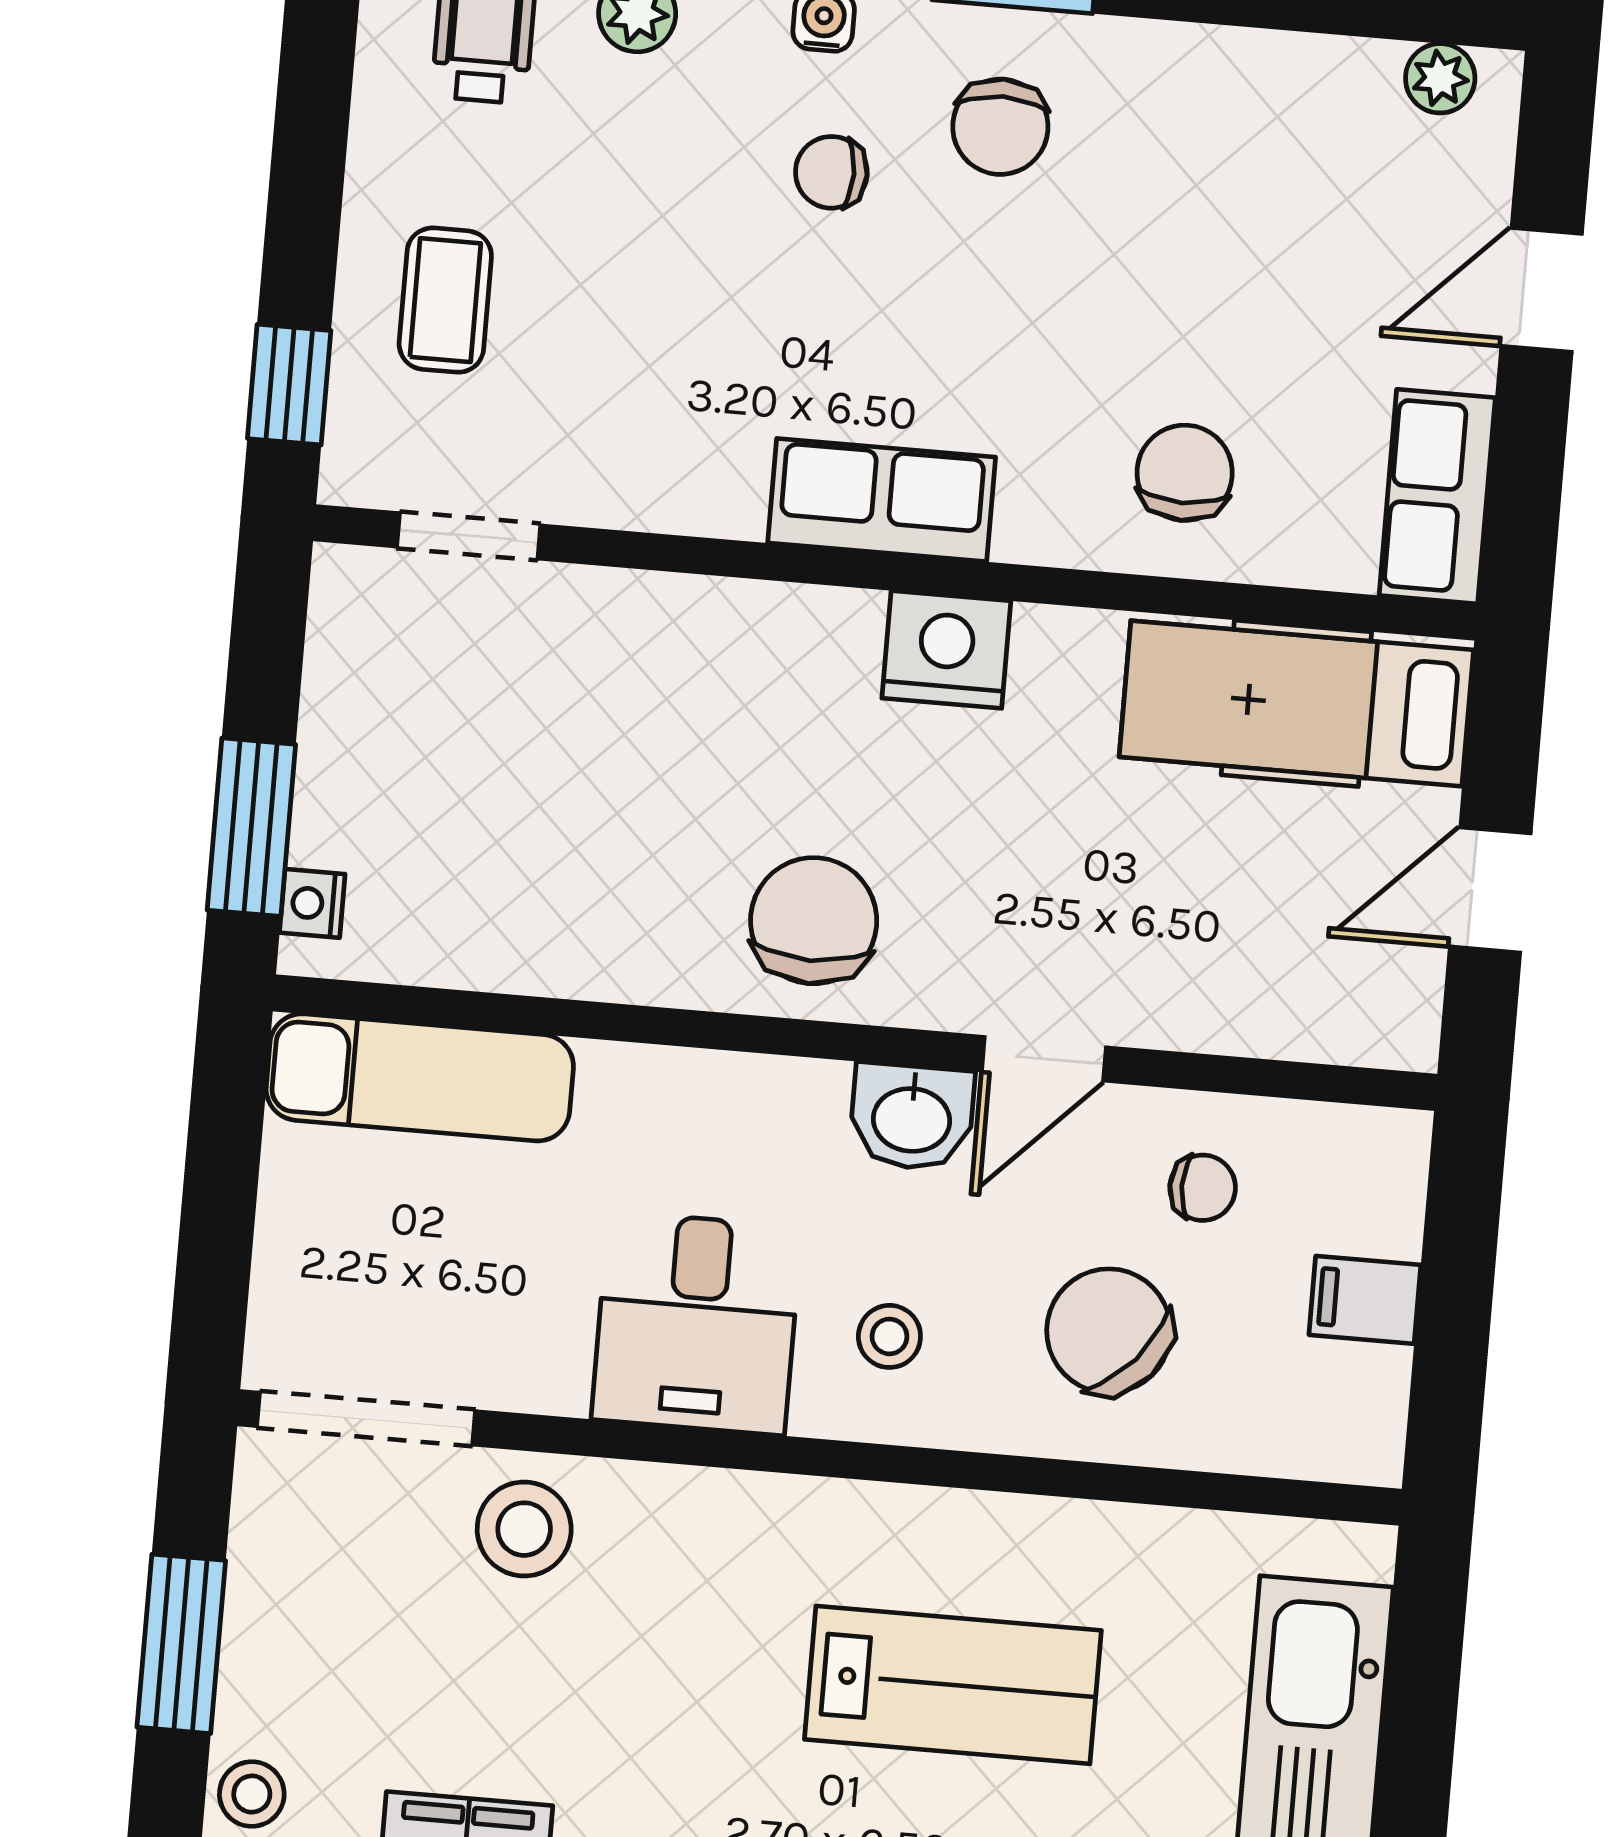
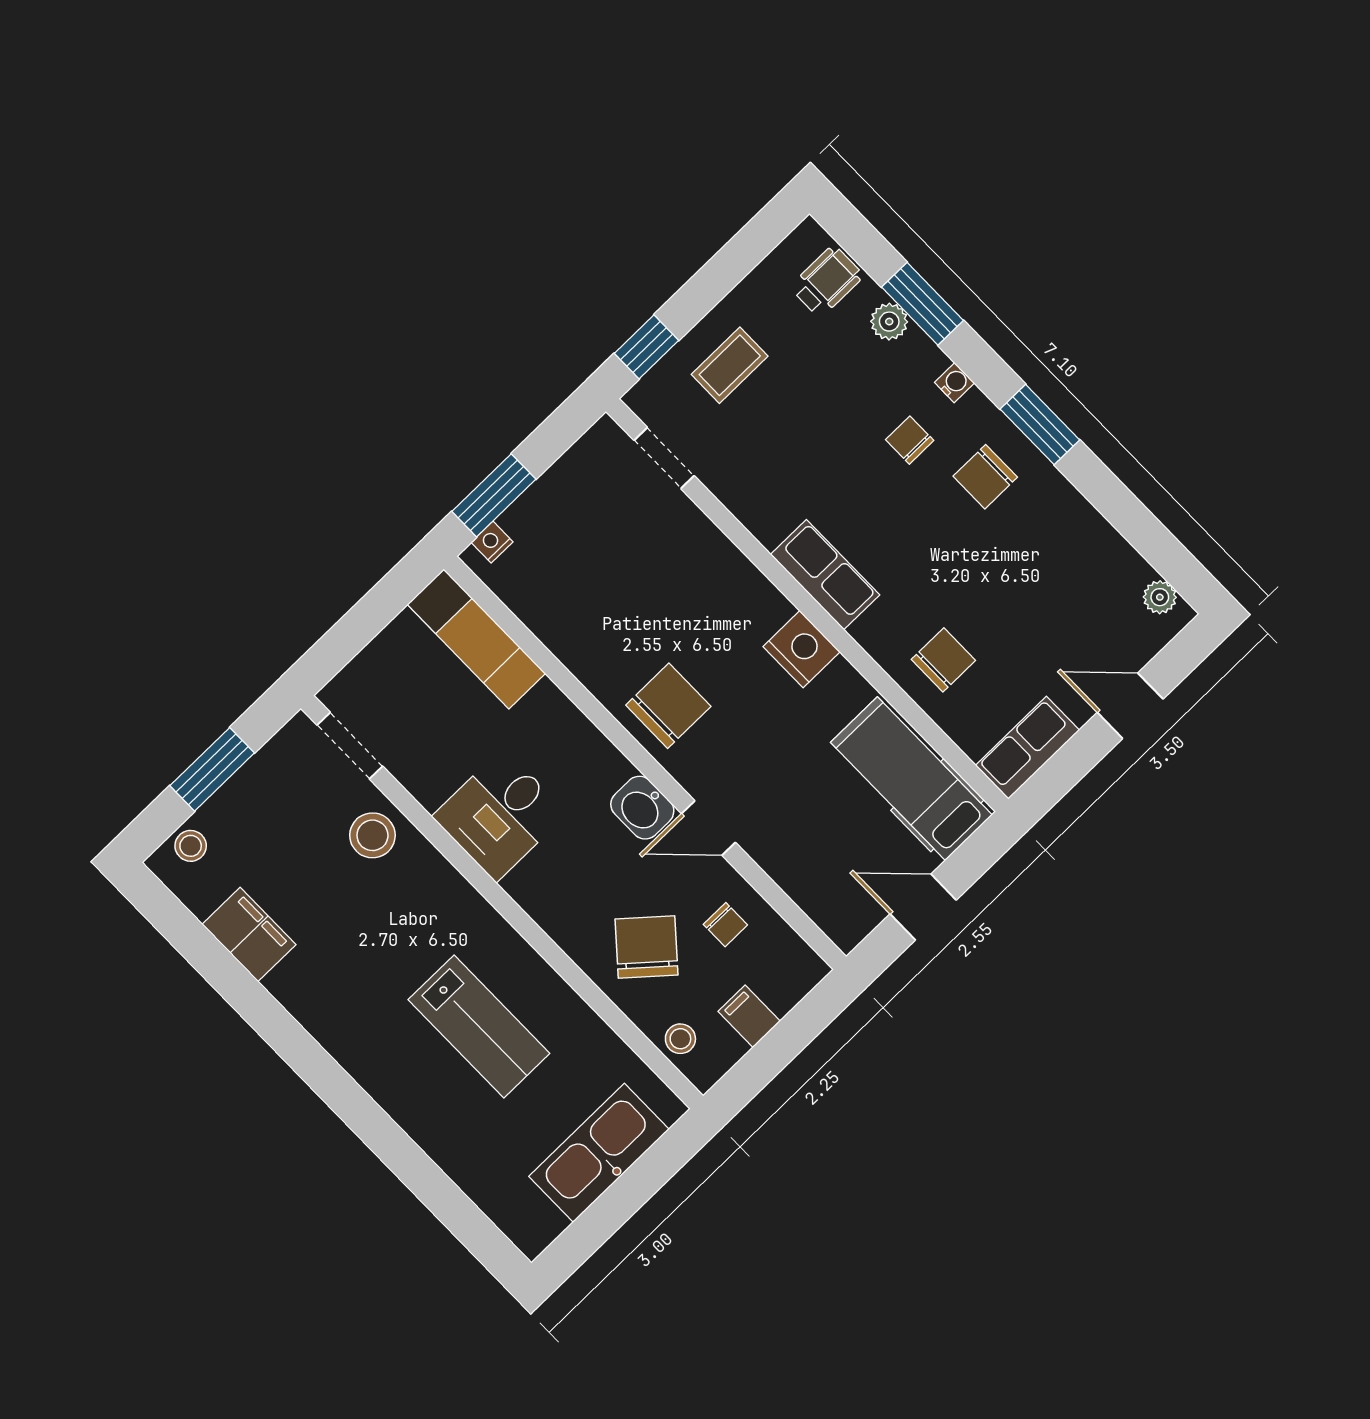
stool: (889, 1336) -> (680, 1039), moved
doorway: (366, 1419) -> (350, 746), width x0.73

